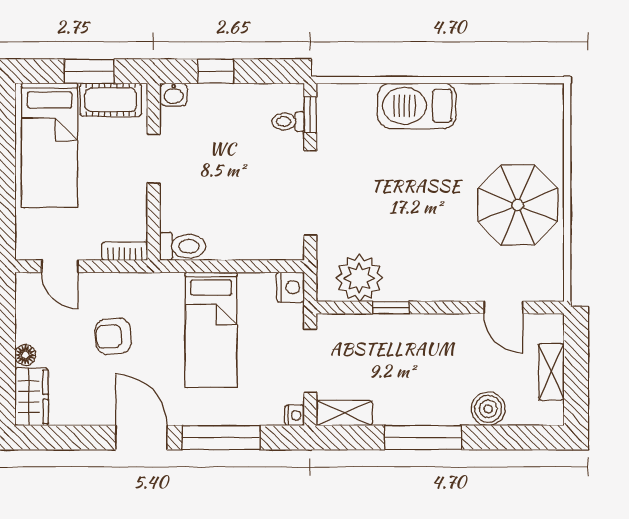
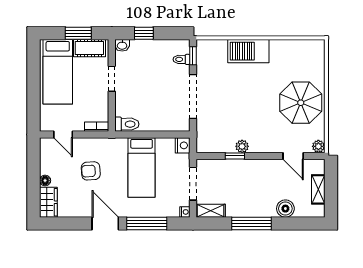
plant: (359, 278) -> (242, 146), moved, width x0.53, depth x0.53
plant: (552, 289) -> (318, 146), added

